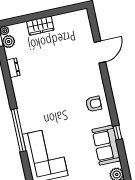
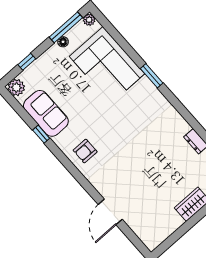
window: (19, 130) -> (152, 76), width x0.47

